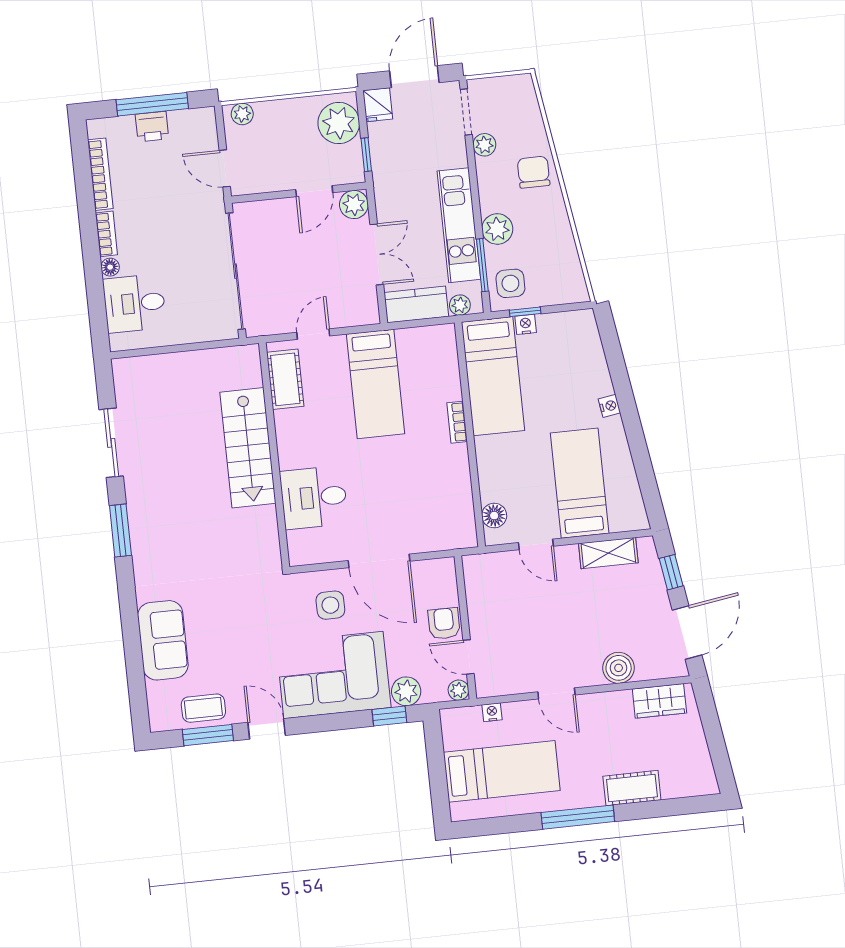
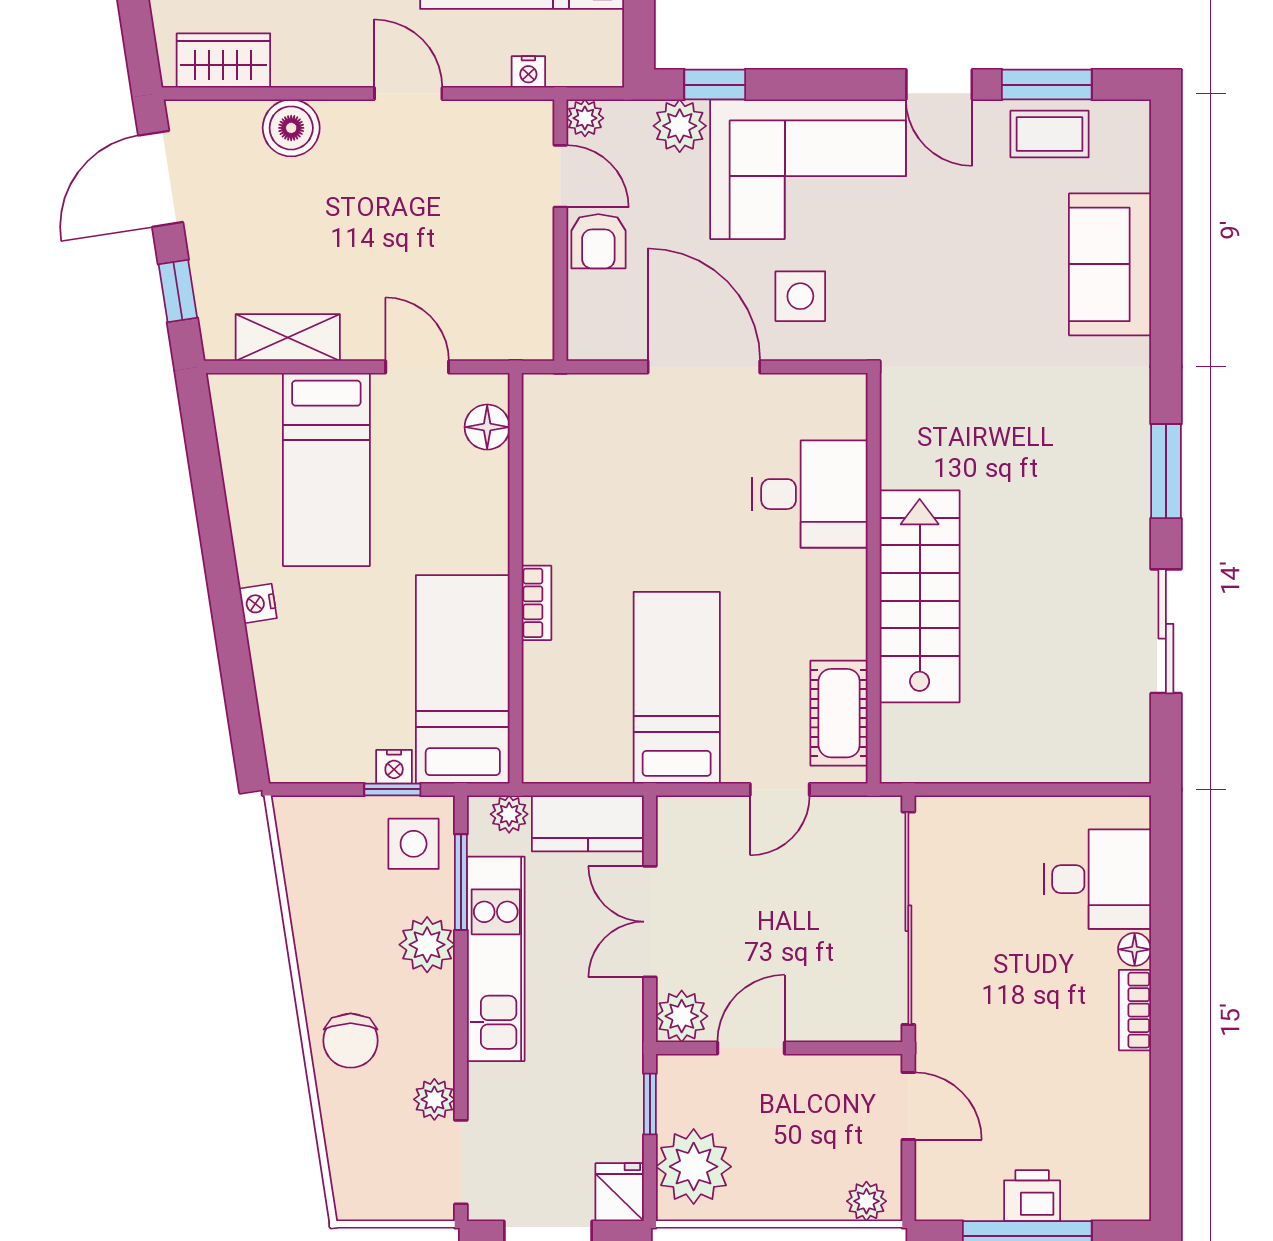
bookcase: (100, 174) -> (1134, 1119), removed

